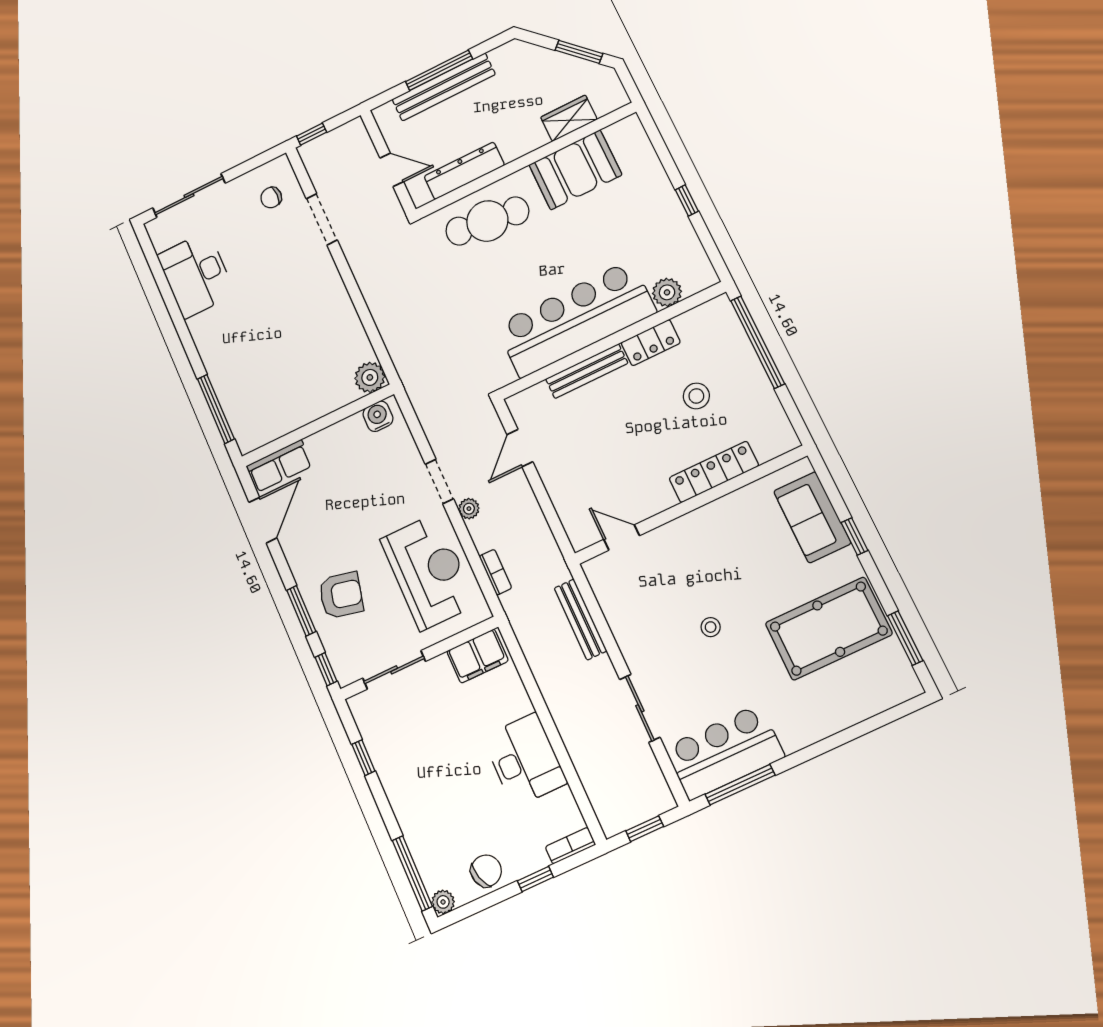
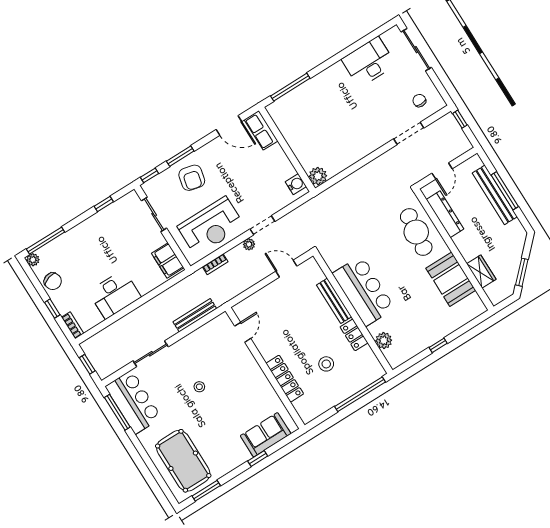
bar counter: (576, 319) -> (364, 291), width x0.73
pool table: (829, 629) -> (183, 461), moved

